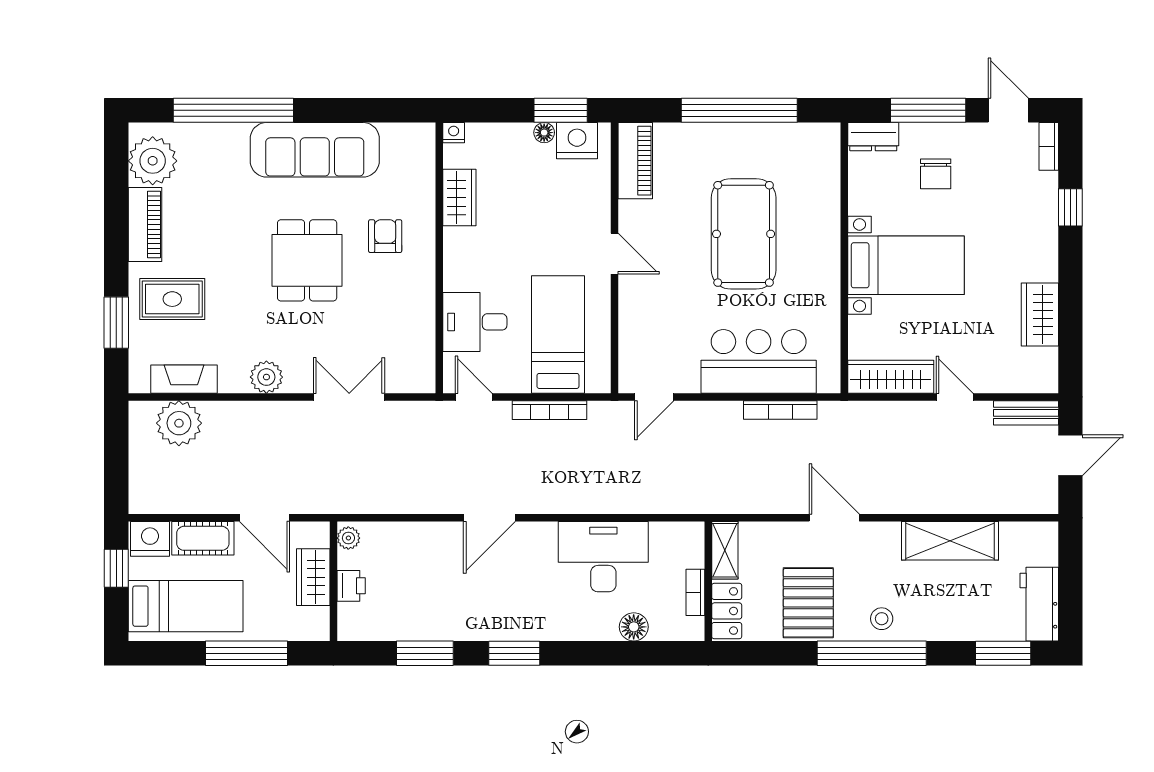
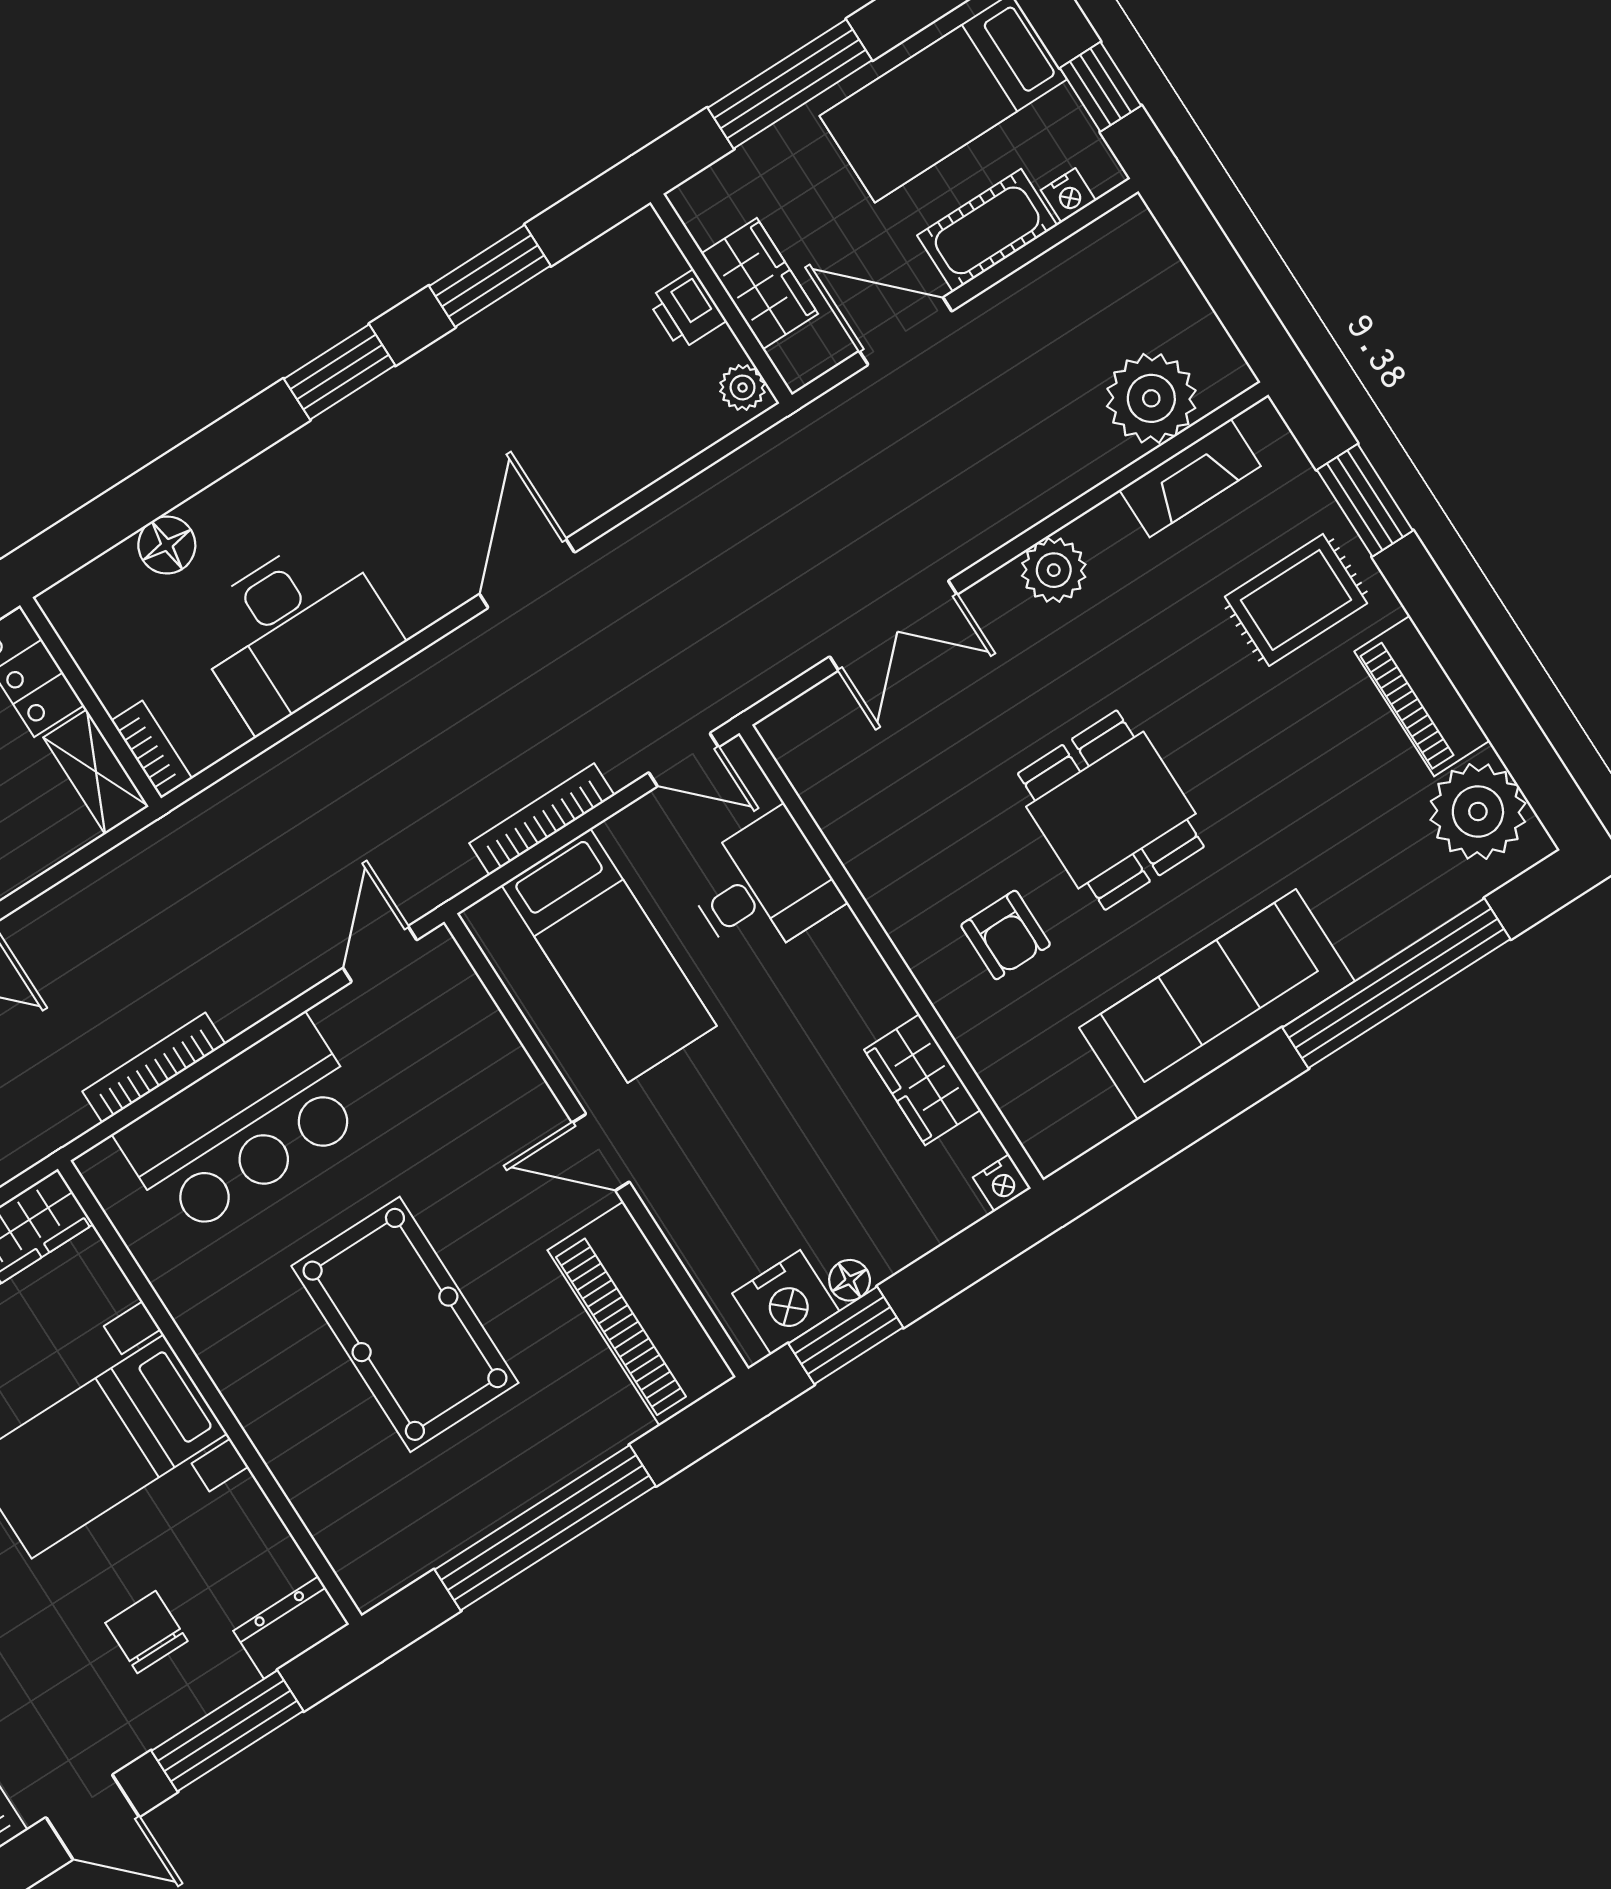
piano: (635, 161) -> (642, 1314), width x1.37, depth x1.33
nightstand: (150, 539) -> (1068, 195), width x0.53, depth x0.56
bookcase: (695, 592) -> (152, 750), moved

